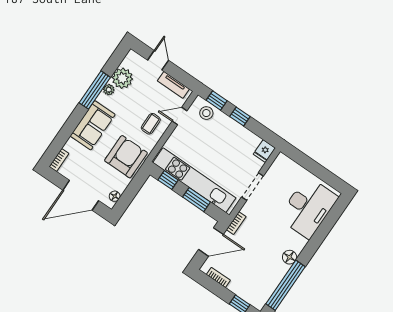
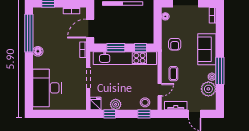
window: (240, 117) -> (110, 114), moved
plant: (242, 134) -> (116, 104), added
armchair: (126, 157) -> (175, 44), width x0.53, depth x0.53

